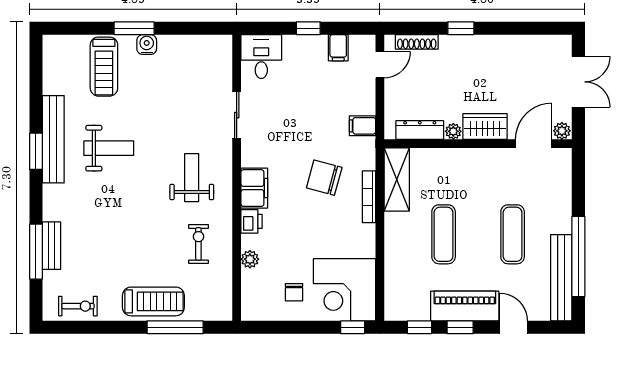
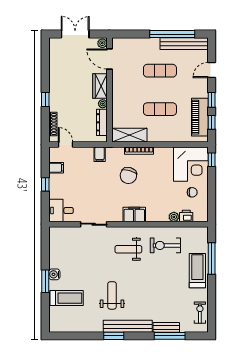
bench: (53, 139) -> (128, 326), moved
printer: (252, 221) -> (186, 216), moved
exercise bike: (198, 244) -> (165, 245), width x1.38, depth x1.39
piano: (465, 306) -> (200, 117), moved

